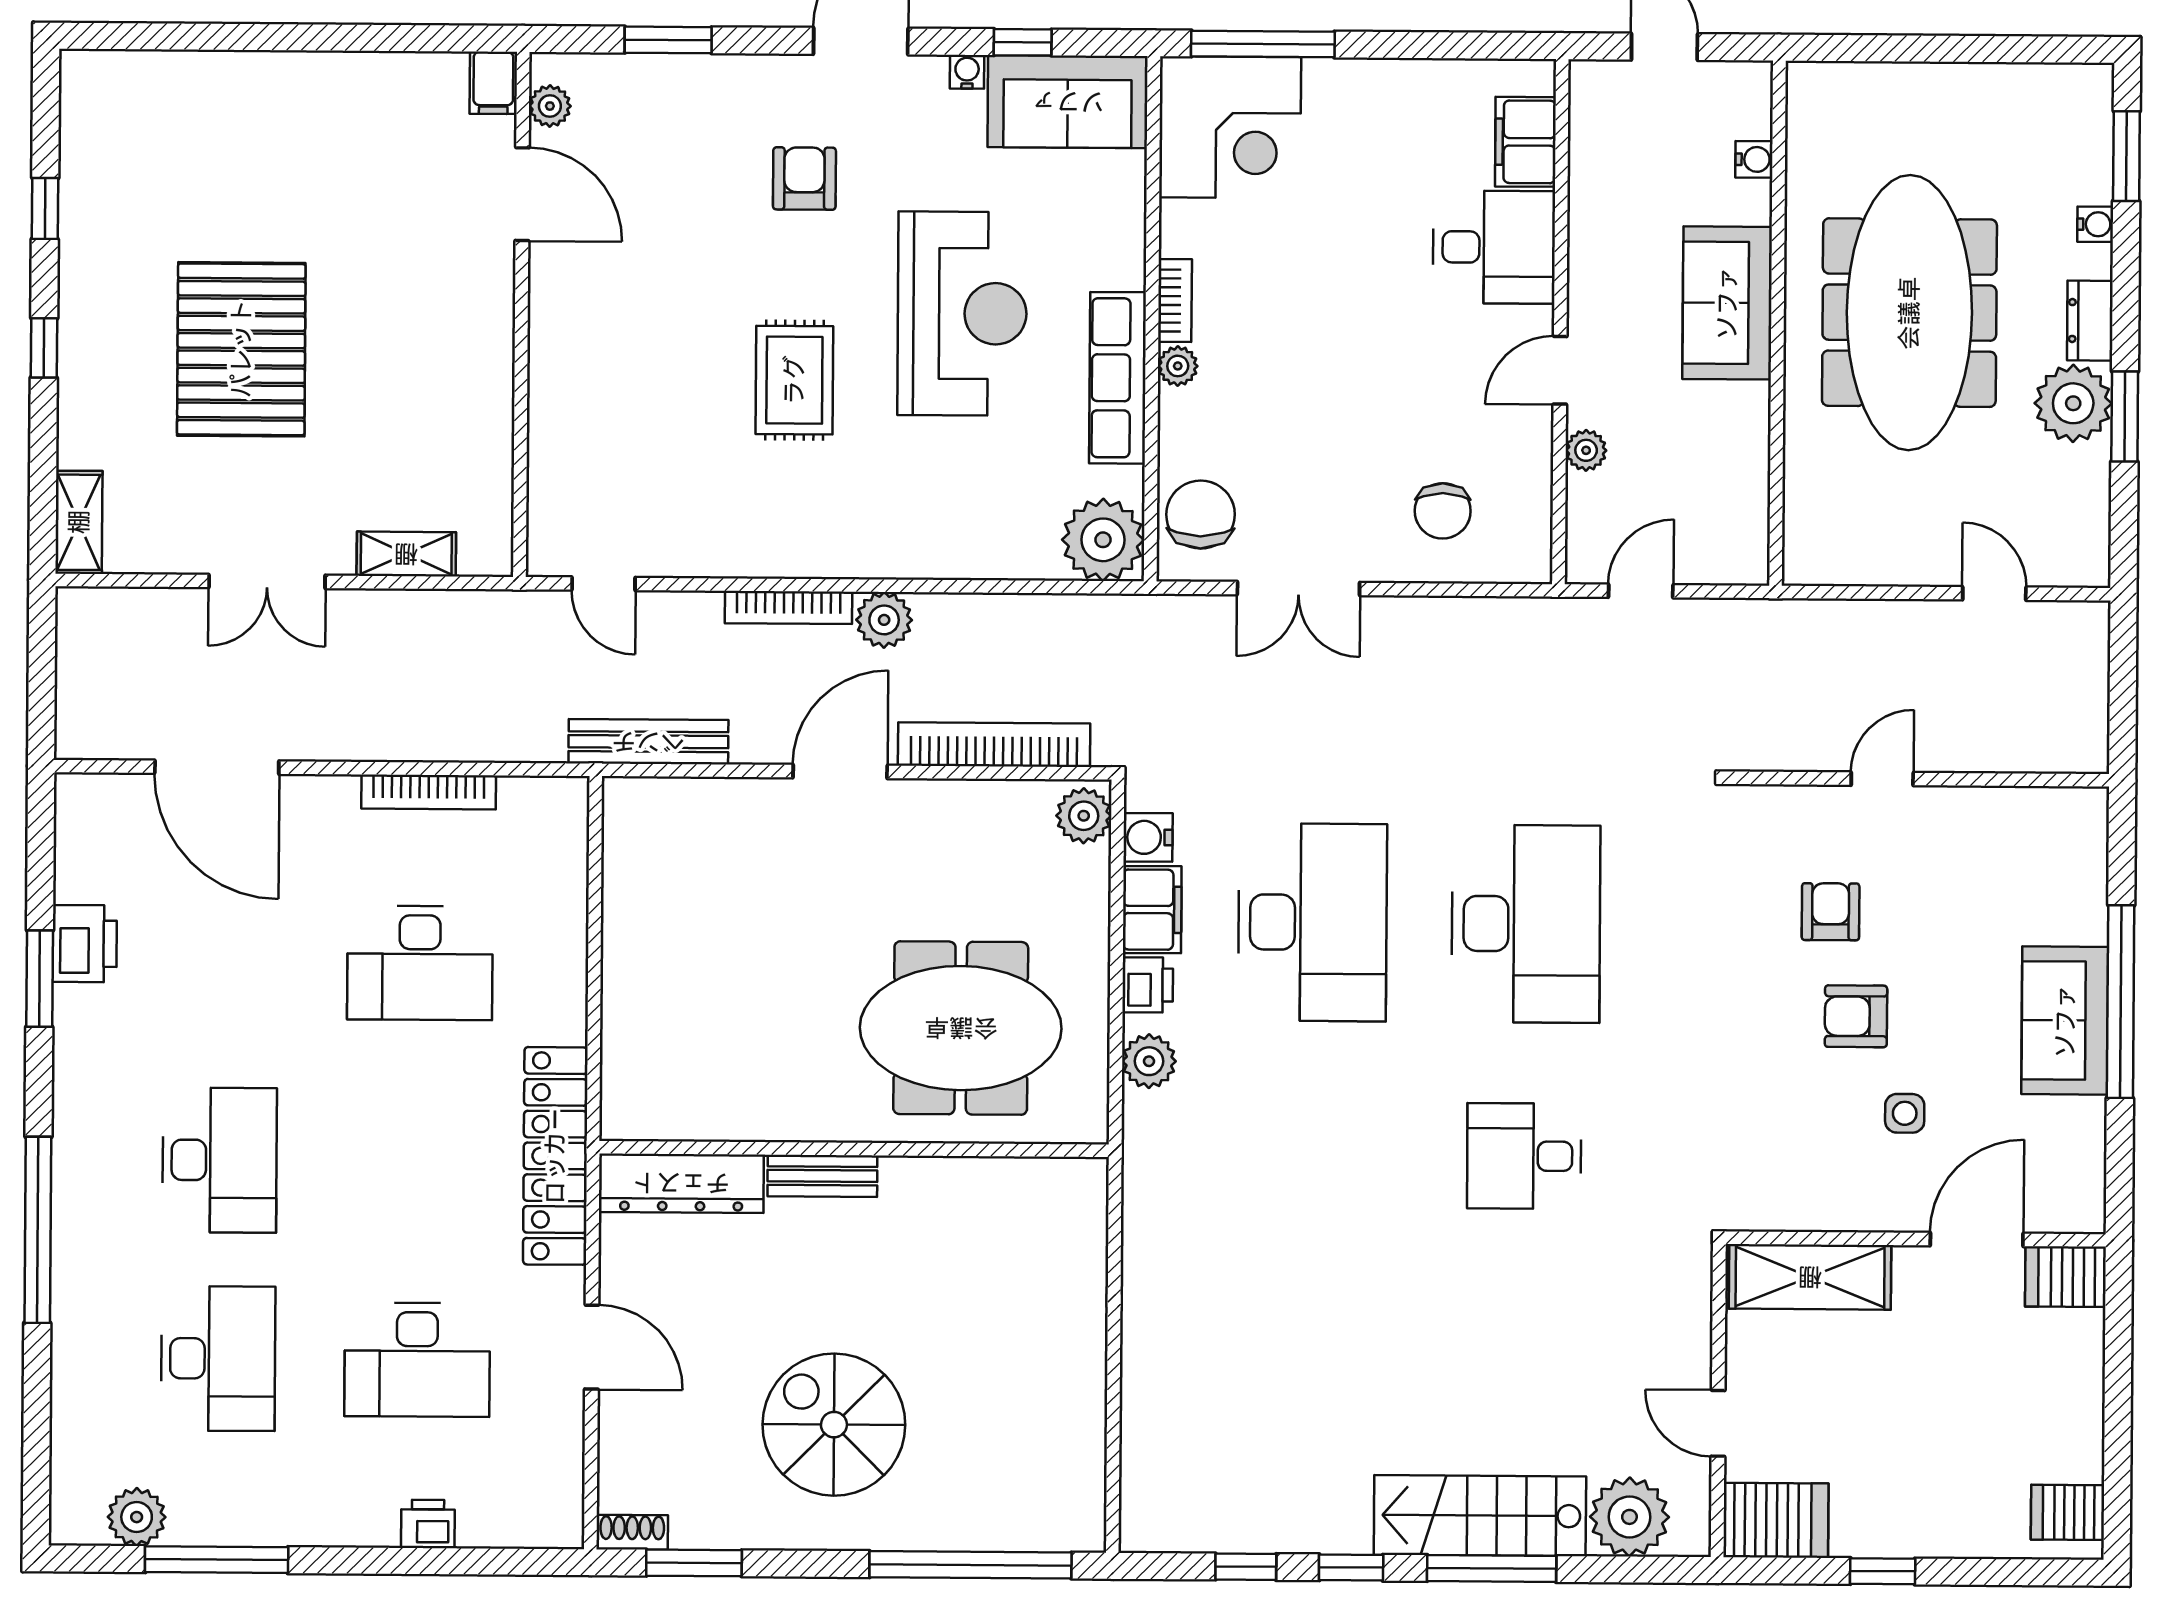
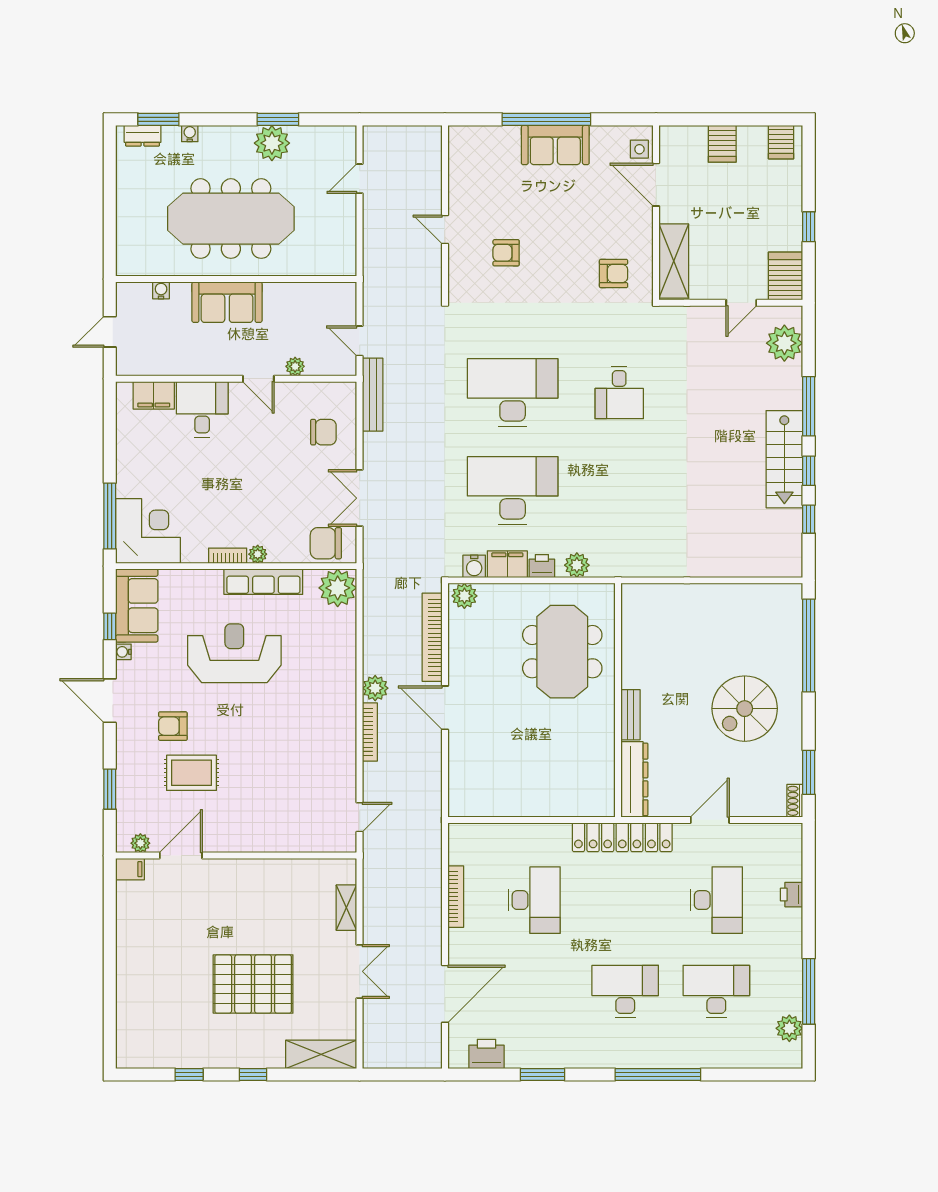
dresser: (2090, 321) -> (143, 136), moved
rug: (794, 380) -> (191, 773), moved
shelving: (79, 522) -> (321, 1054), width x1.50, depth x1.33
double door: (1298, 589) -> (360, 498), swing flipped
bench: (648, 742) -> (373, 395), moved
printer: (85, 944) -> (487, 1054), moved
armchair: (1856, 1016) -> (614, 273), moved, turned -90
side table: (1905, 1113) -> (639, 149), moved
server rack: (2066, 1277) -> (722, 144), moved
stairs: (1480, 1516) -> (784, 459), moved

